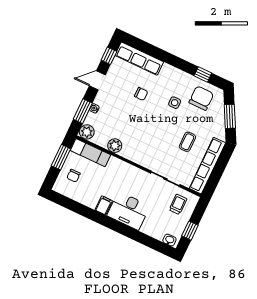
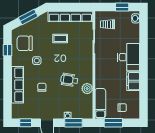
row of seats: (139, 59) -> (17, 85), moved
wheelchair: (135, 130) -> (69, 80), added
plant: (87, 132) -> (87, 113), removed
filing cabinet: (104, 205) -> (133, 81), width x2.00

